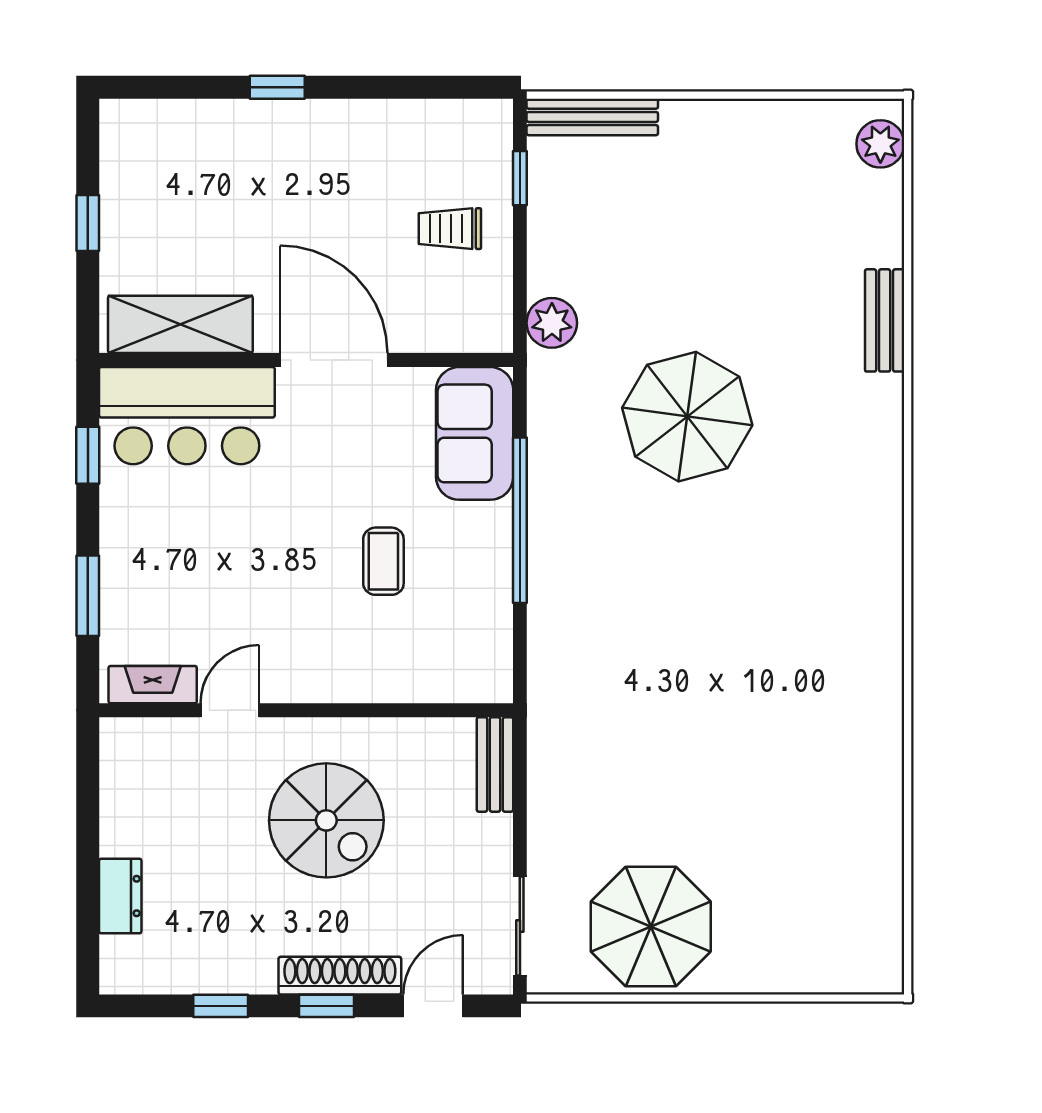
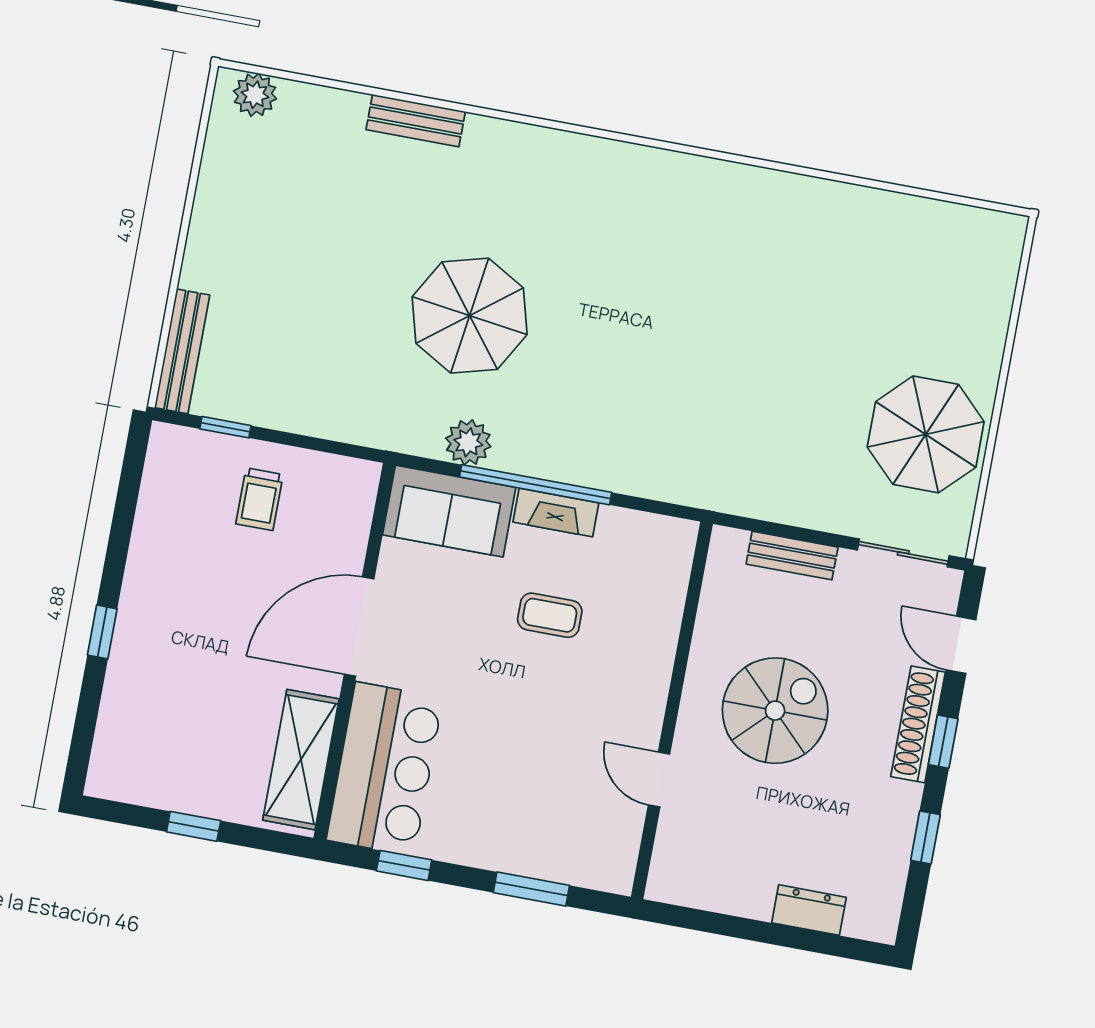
plant: (552, 323) -> (468, 442), moved
fireplace: (153, 685) -> (556, 512), moved, turned -90
bench: (495, 764) -> (792, 556), moved

